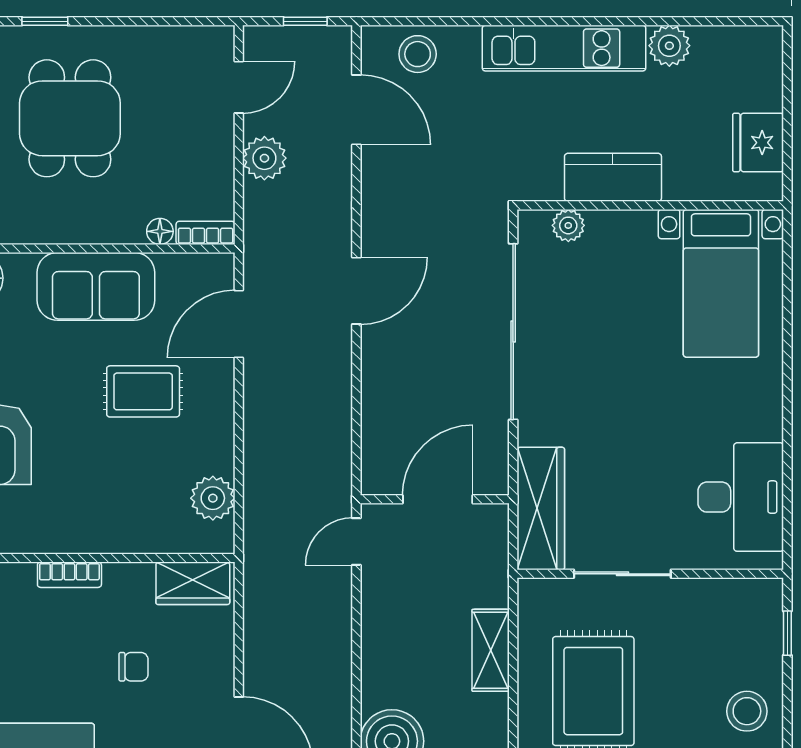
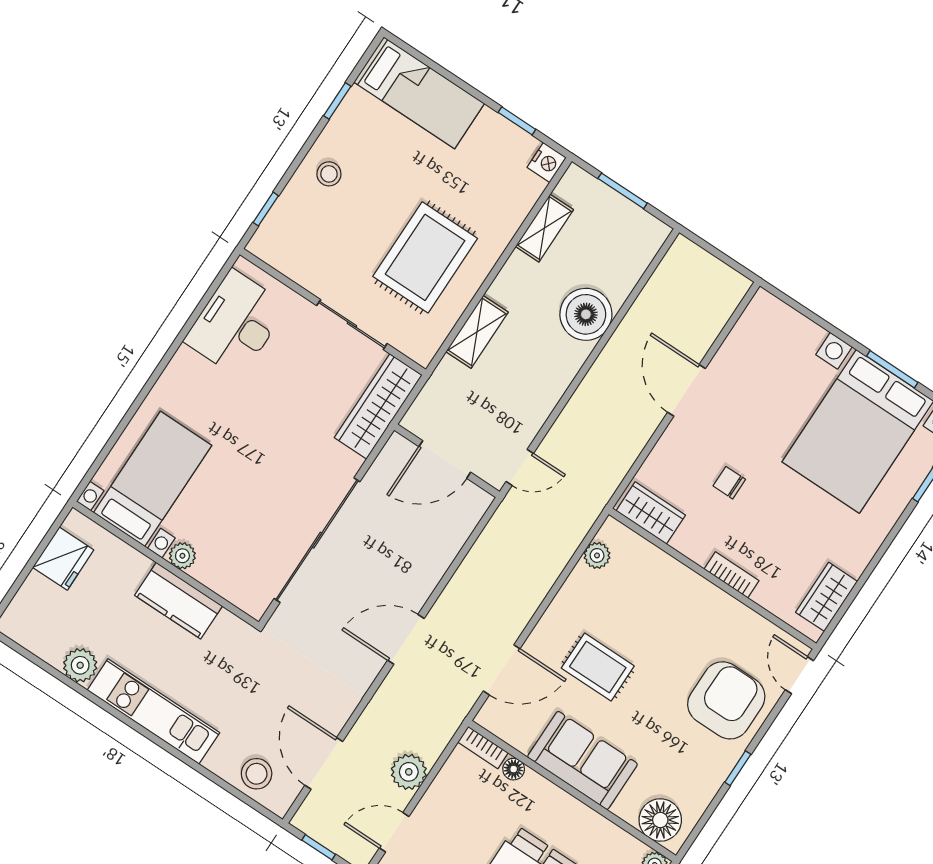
plant: (568, 225) -> (182, 556), moved
plant: (213, 498) -> (597, 555), width x0.73, depth x0.73
stool: (747, 711) -> (329, 174), width x0.73, depth x0.73

